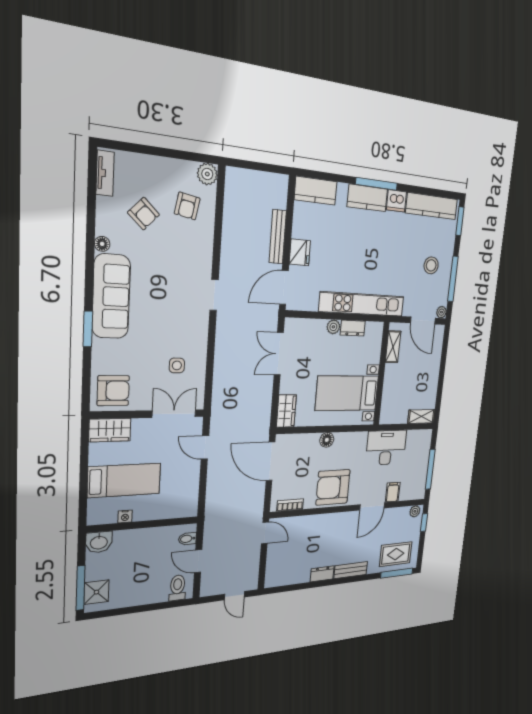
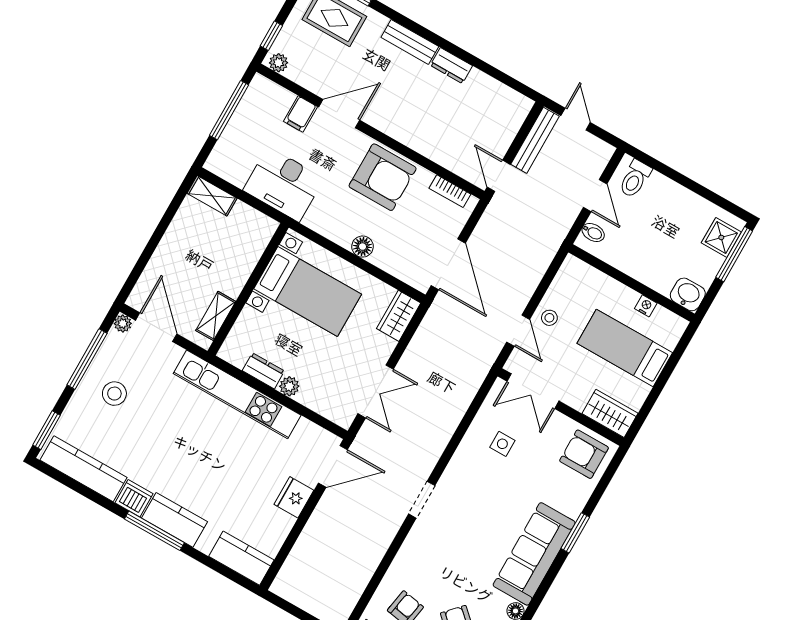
bench: (278, 237) -> (535, 140), moved
stool: (188, 468) -> (549, 318), added

